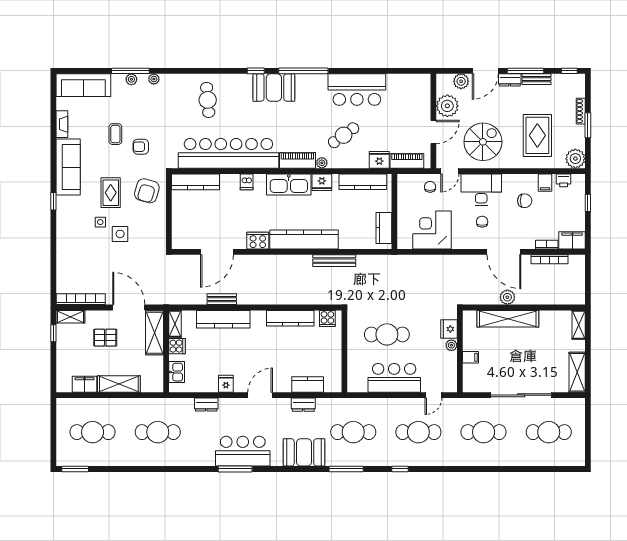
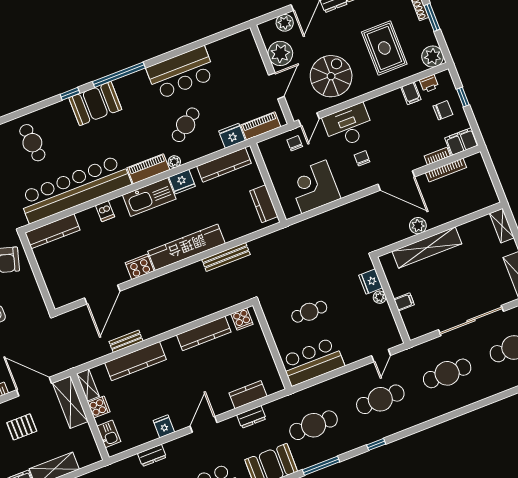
chair: (525, 201) -> (443, 110), moved
cafe table: (387, 334) -> (309, 312), width x0.73, depth x0.74
bar counter: (394, 378) -> (312, 362), moved

